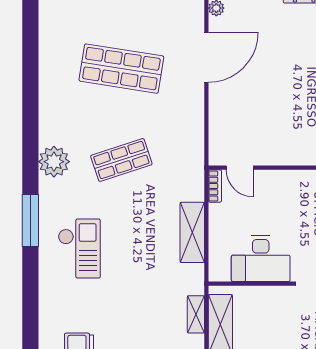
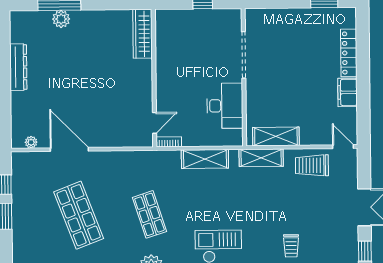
shop shelf: (121, 69) -> (79, 215), turned -30
shelving: (196, 314) -> (261, 158), width x1.50, depth x1.33

